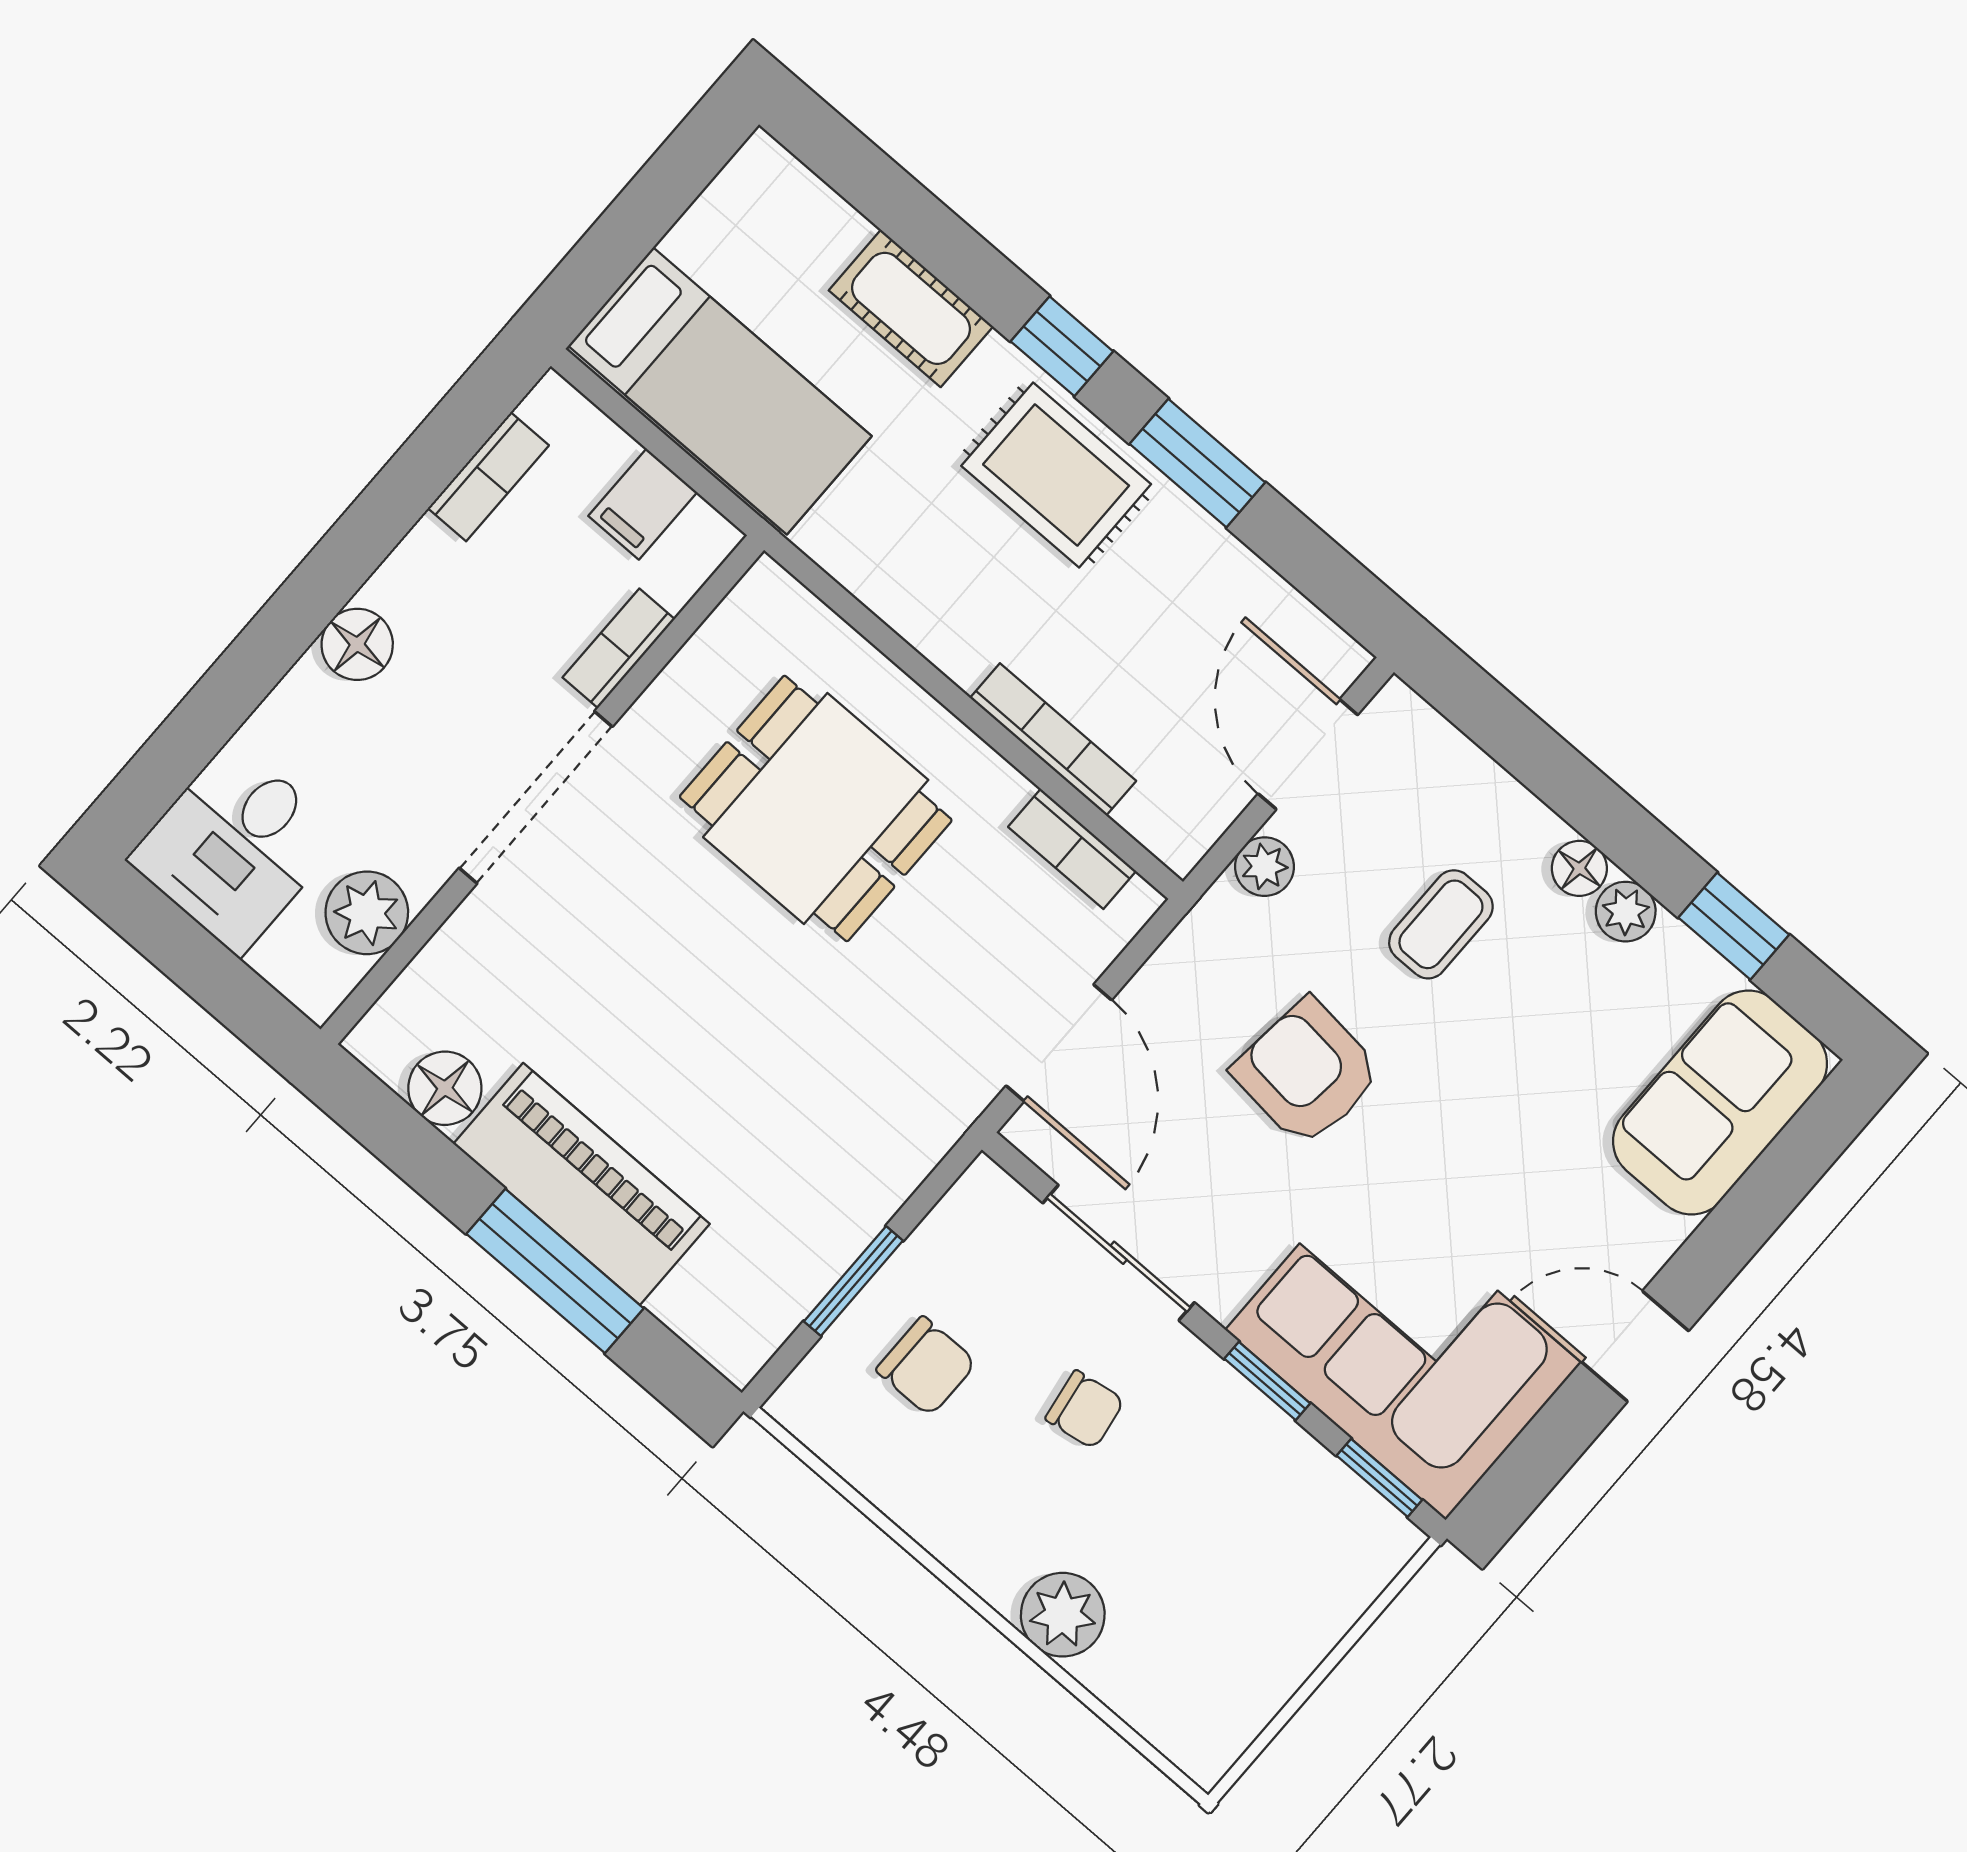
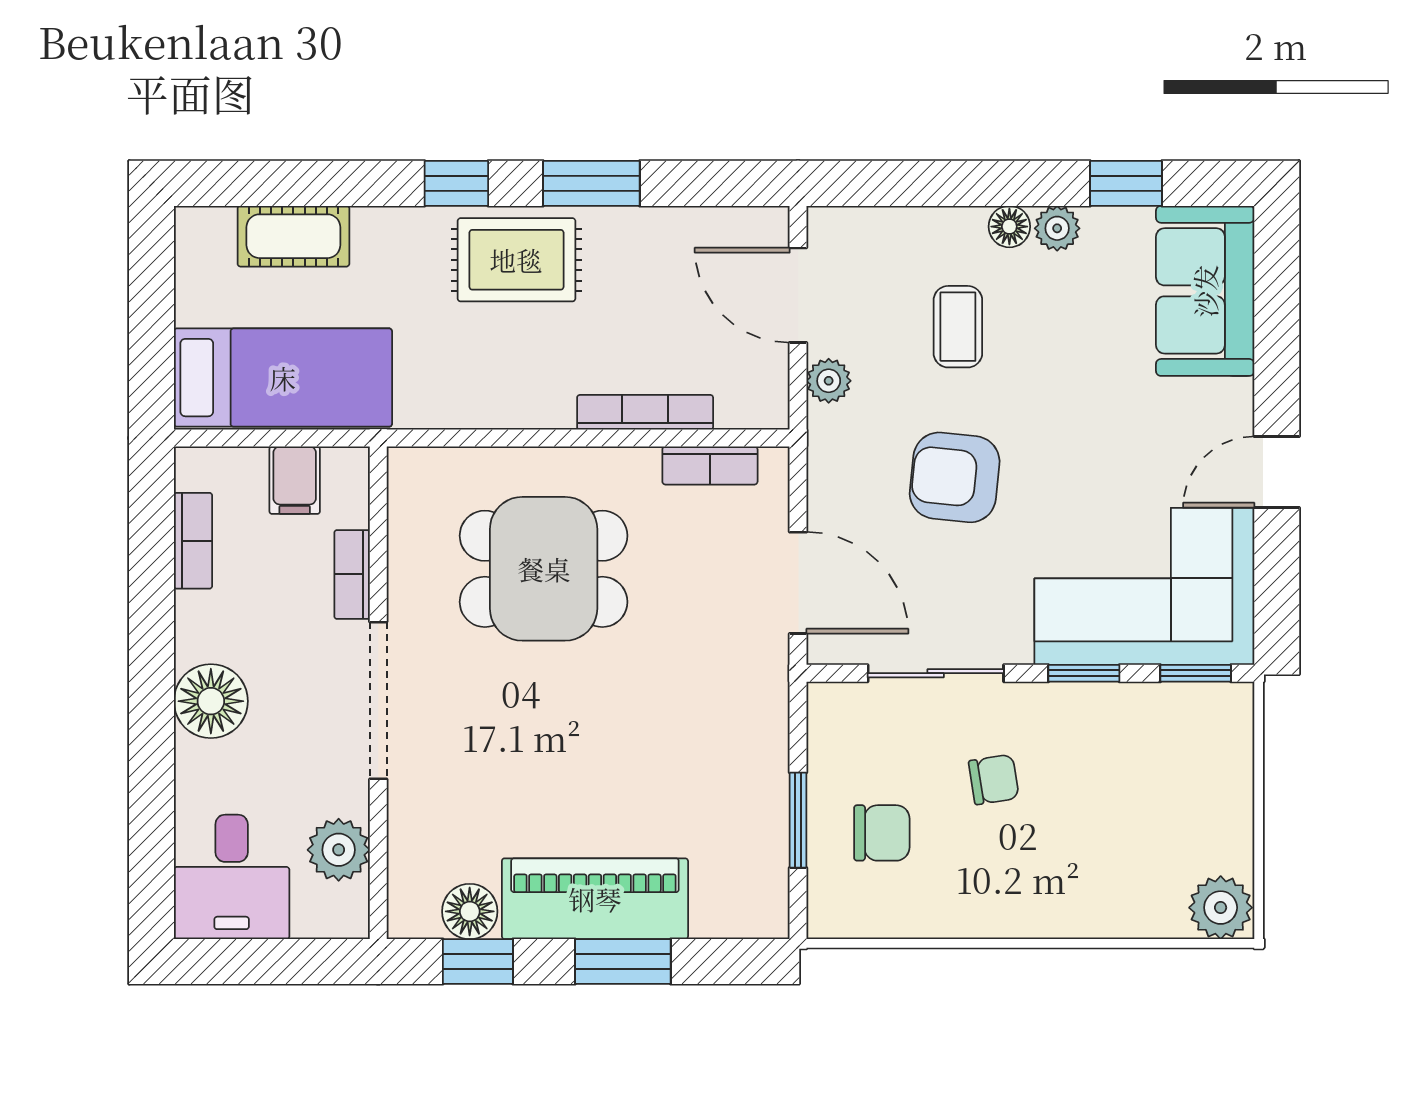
cot: (911, 308) -> (293, 236), moved
floor lamp: (357, 644) -> (211, 701), width x1.38, depth x1.38
window: (410, 1145) -> (478, 962), added
window: (555, 1271) -> (623, 962), width x0.69
plant: (1063, 1615) -> (1221, 908), moved

